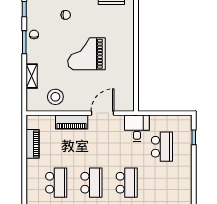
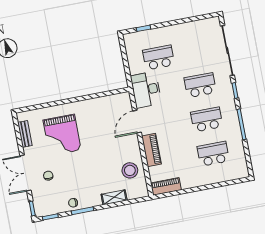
grand piano: (87, 54) -> (62, 135), moved
door: (102, 113) -> (137, 122), hinge flipped
desk: (137, 128) -> (146, 90), width x1.37
piano: (33, 144) -> (166, 186), moved

